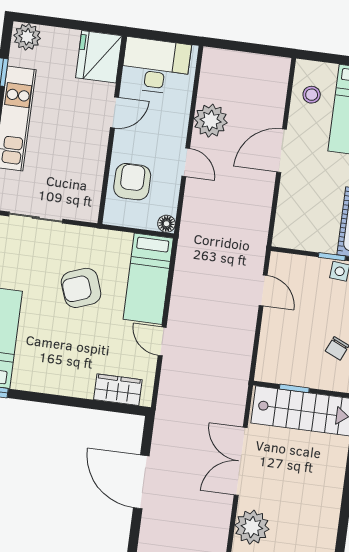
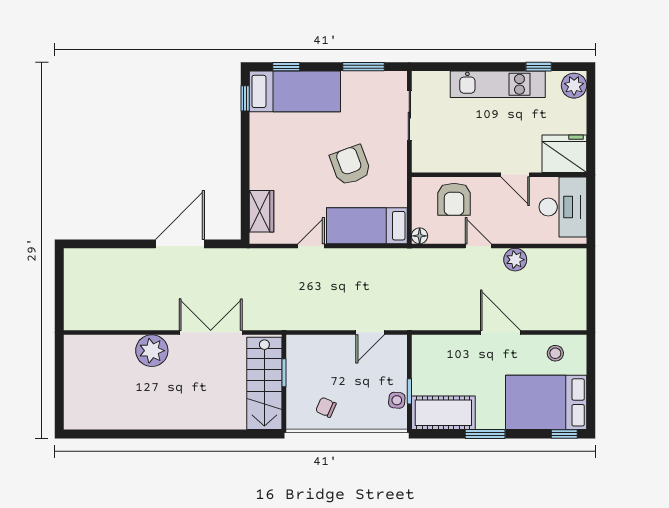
plant: (211, 121) -> (515, 260), width x0.73, depth x0.73
door: (186, 162) -> (478, 246), swing flipped
armchair: (132, 182) -> (454, 199), turned 90

